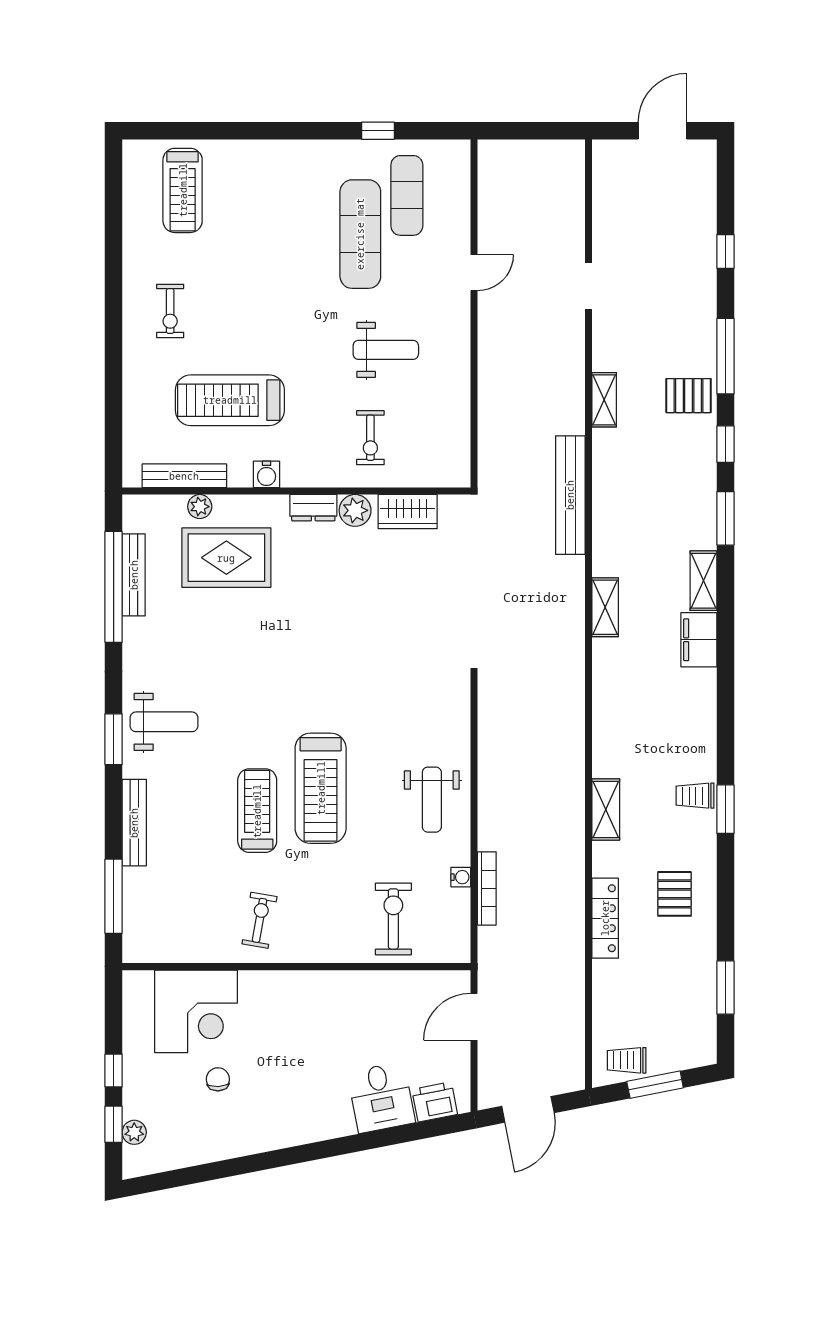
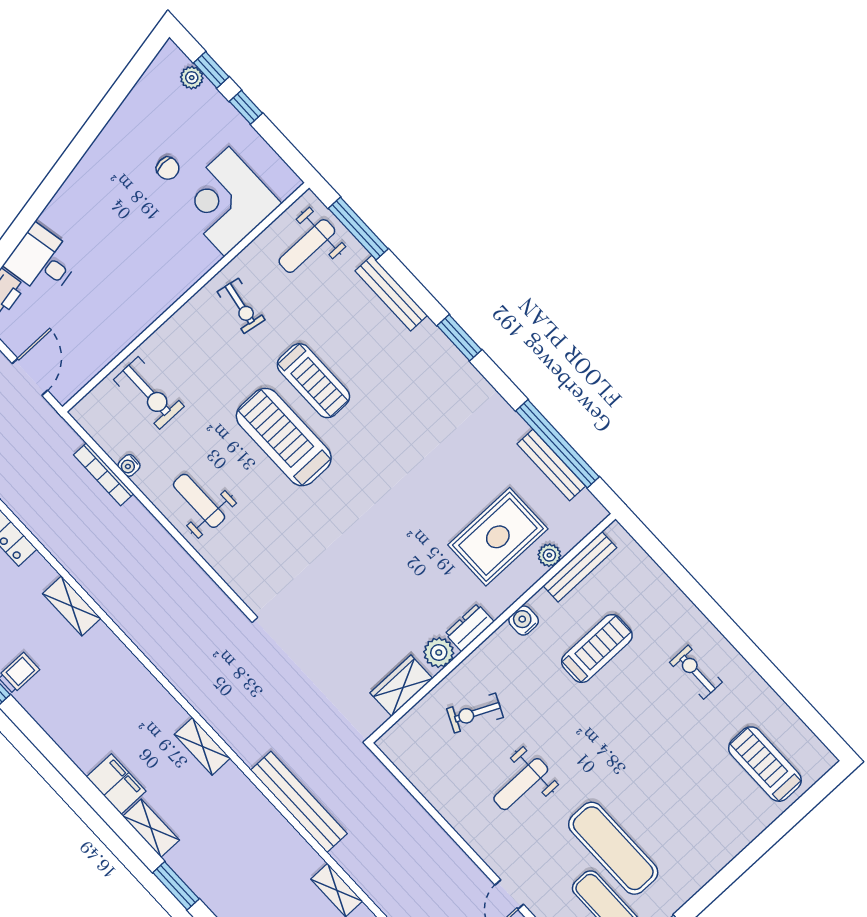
treadmill: (230, 400) -> (597, 649), width x0.73, depth x0.73
exercise bike: (370, 438) -> (475, 713), turned -65
weight bench: (164, 722) -> (307, 246), moved

